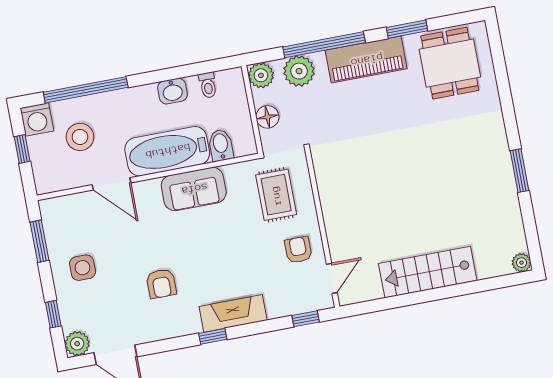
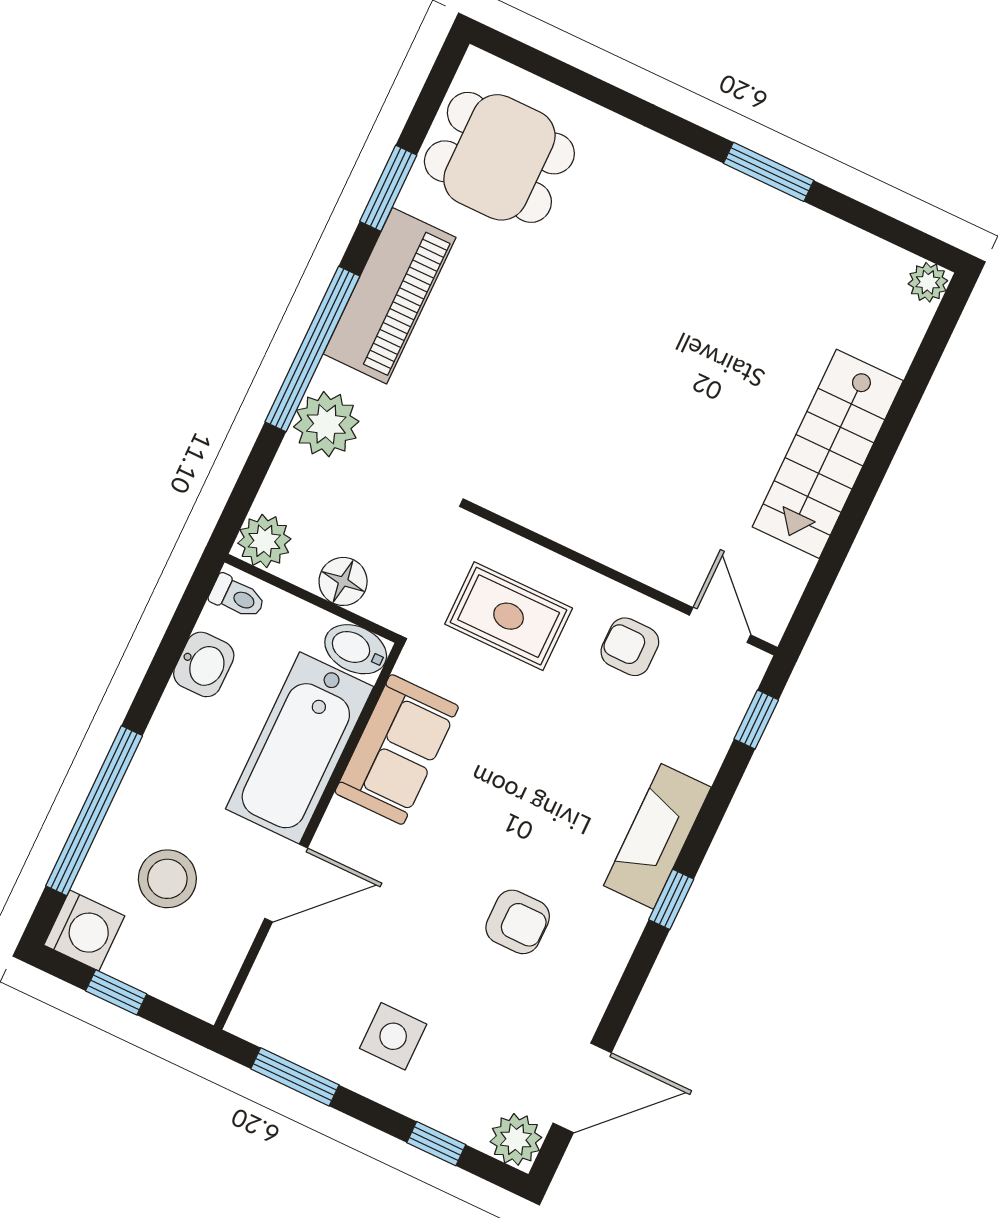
plant: (261, 75) -> (264, 541), moved
wall: (252, 109) -> (312, 598), moved
floor lamp: (267, 117) -> (343, 581), moved

